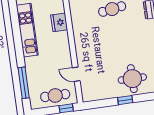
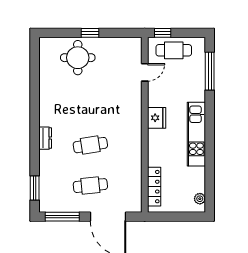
fridge: (59, 22) -> (157, 118), moved
door: (76, 74) -> (145, 72), hinge flipped

